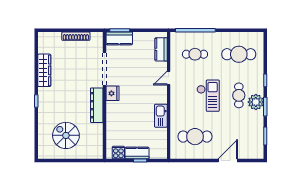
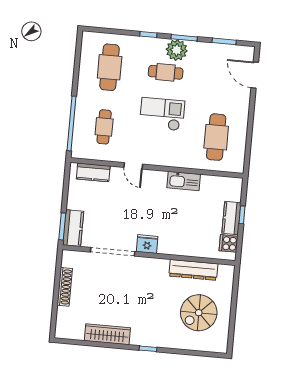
dresser: (97, 105) -> (193, 270), moved
door: (228, 160) -> (255, 75), moved

